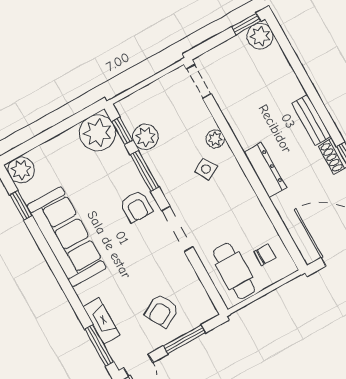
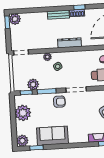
plant: (98, 133) -> (23, 113), moved
sofa: (67, 237) -> (52, 136), width x0.73

